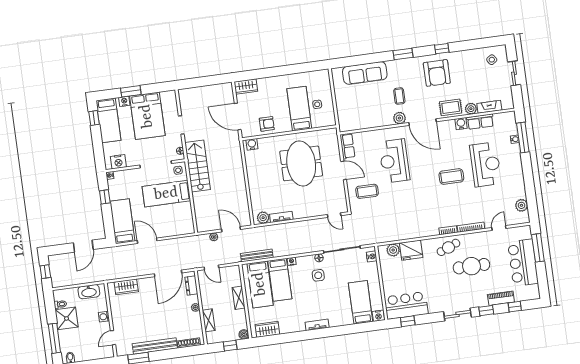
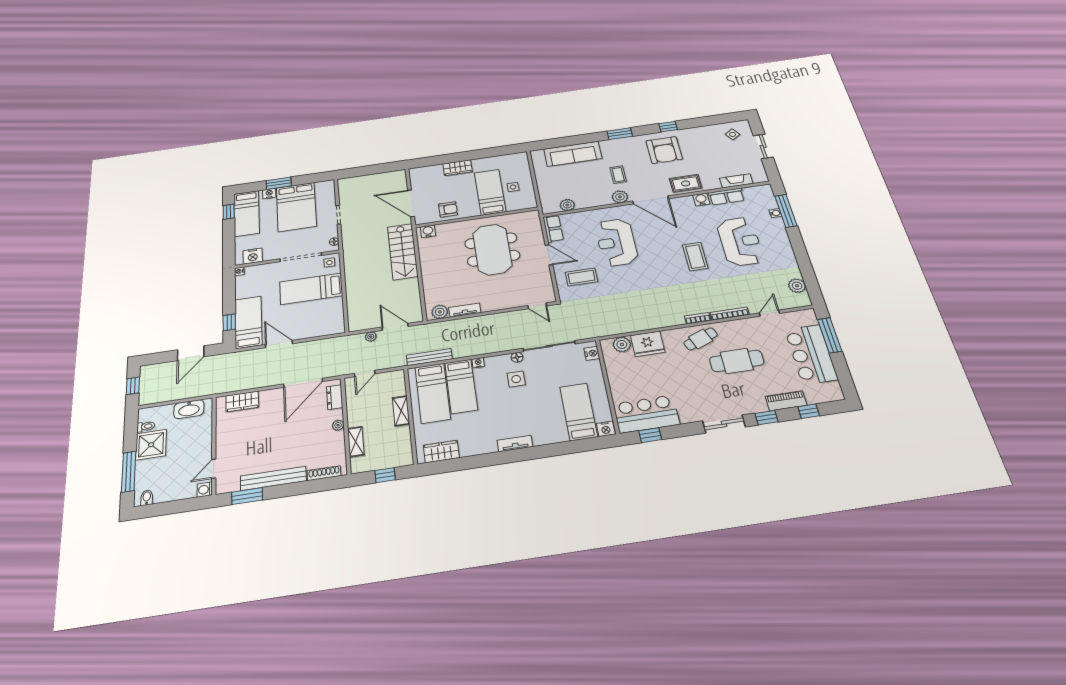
wardrobe: (246, 86) -> (458, 168), moved
plant: (471, 109) -> (567, 205), moved
stairs: (198, 166) -> (403, 251), moved, turned 180
coffee table: (451, 177) -> (695, 257), turned 90
window: (105, 197) -> (229, 322), moved
door: (211, 267) -> (365, 374), hinge flipped
washing machine: (104, 317) -> (205, 490), moved
boiler: (244, 334) -> (406, 459), removed

